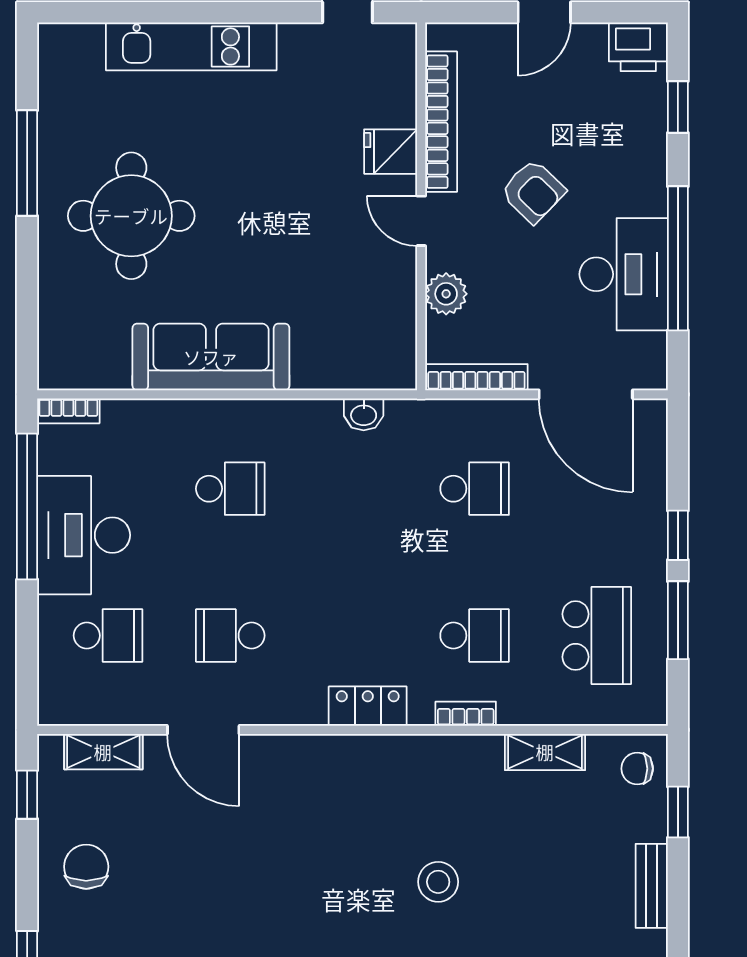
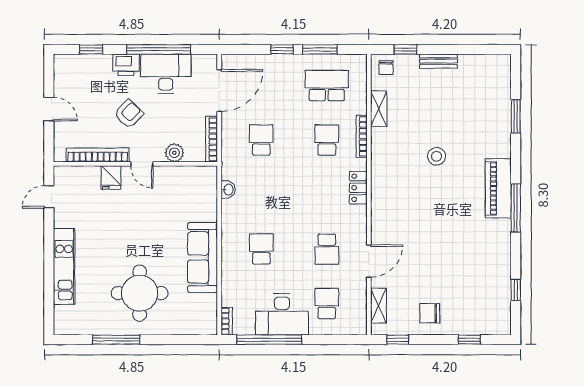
printer: (638, 47) -> (126, 65), moved, turned 90
door: (421, 221) -> (142, 164), hinge flipped
bookcase: (466, 714) -> (362, 136), width x1.56

